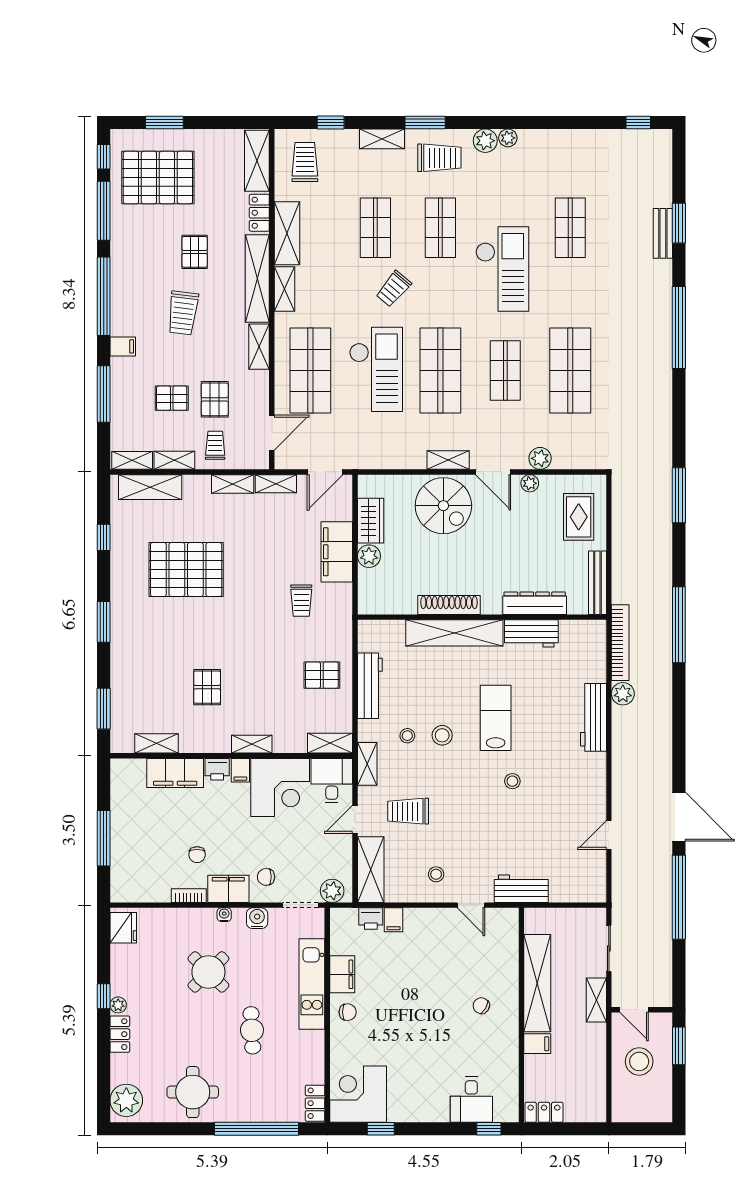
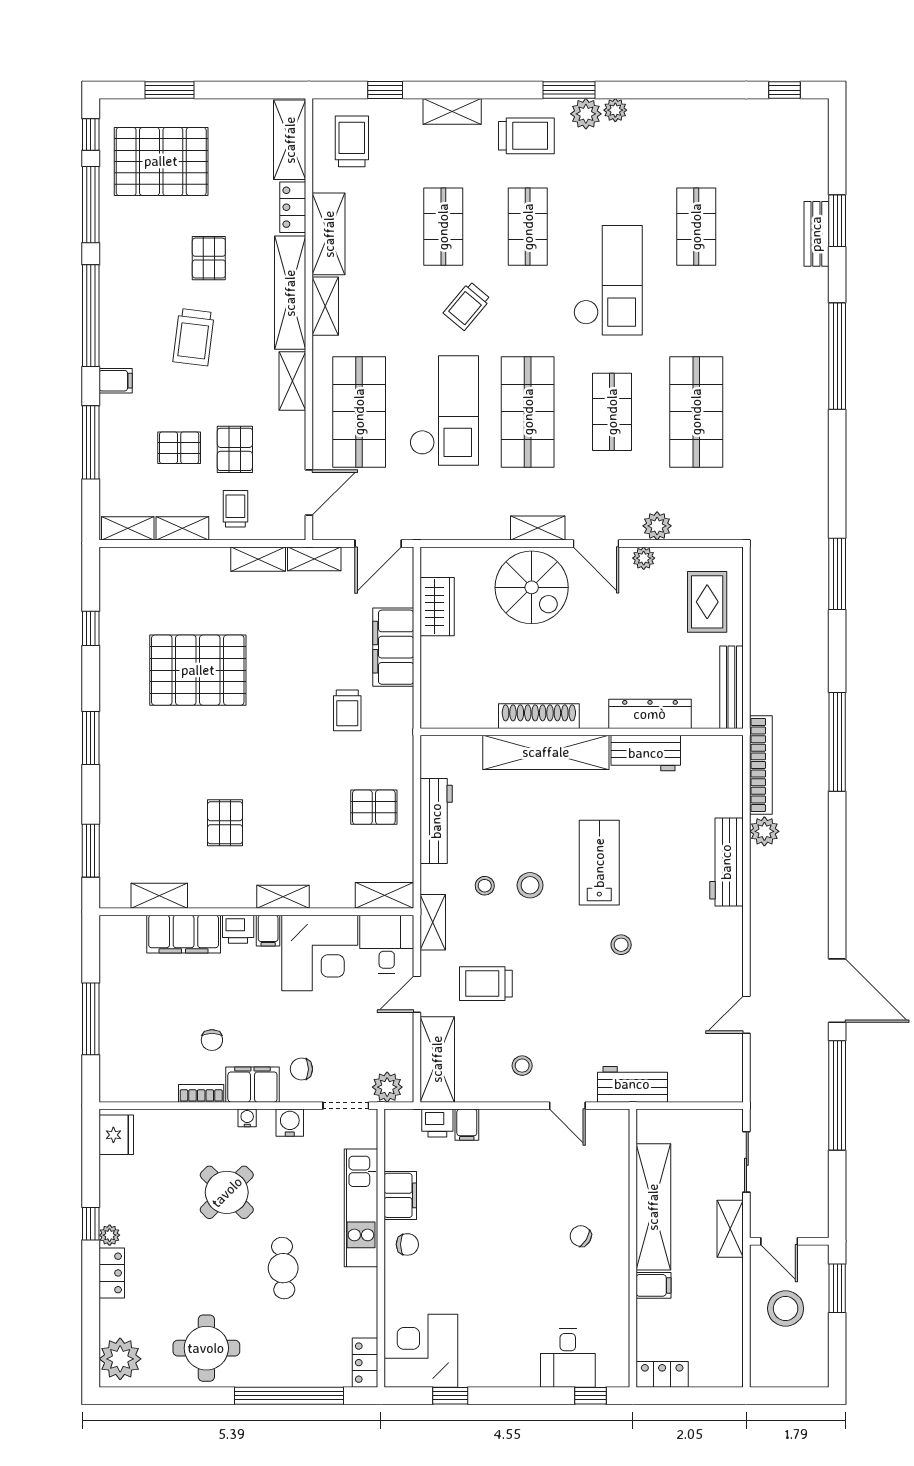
window: (425, 122) -> (569, 90), moved
shelving: (150, 487) -> (151, 563), removed
plant: (369, 556) -> (435, 653), removed

